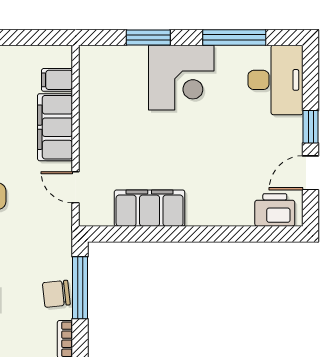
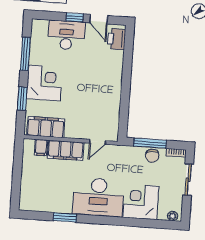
desk: (276, 80) -> (66, 35), moved
filing cabinet: (150, 208) -> (46, 127), moved, turned 90

